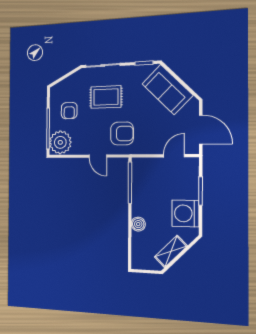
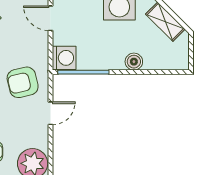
armchair: (122, 134) -> (23, 82), turned -103
washing machine: (141, 167) -> (64, 58), added

